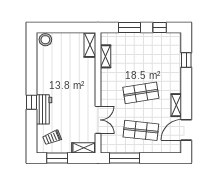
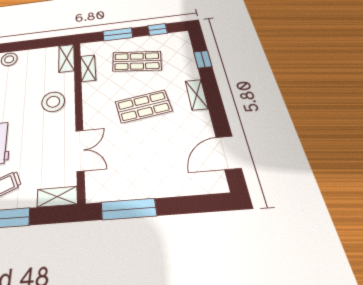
stool: (80, 82) -> (53, 102), added
shelving: (176, 105) -> (197, 95), moved
shop shelf: (141, 130) -> (137, 61), moved

